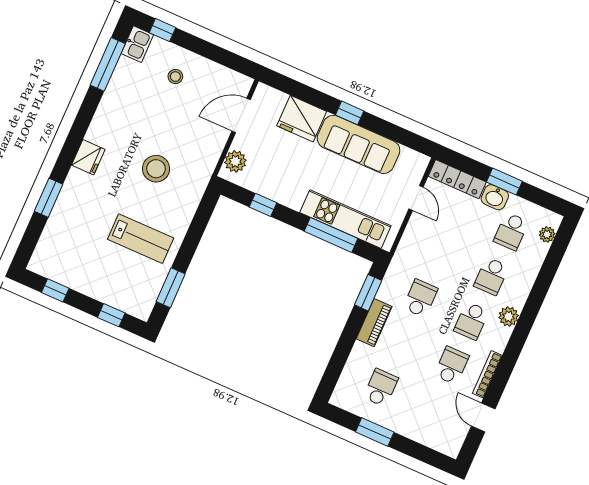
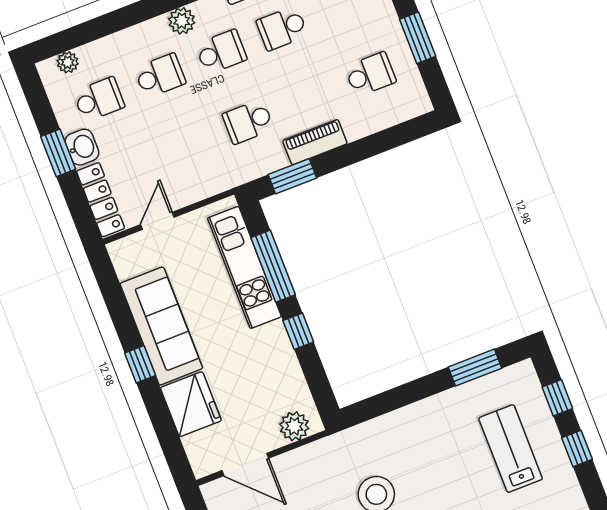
window: (263, 205) -> (298, 331), moved
lab bench: (141, 239) -> (511, 449), moved
window: (55, 290) -> (577, 448), moved
school desk: (381, 388) -> (370, 74), turned 180

